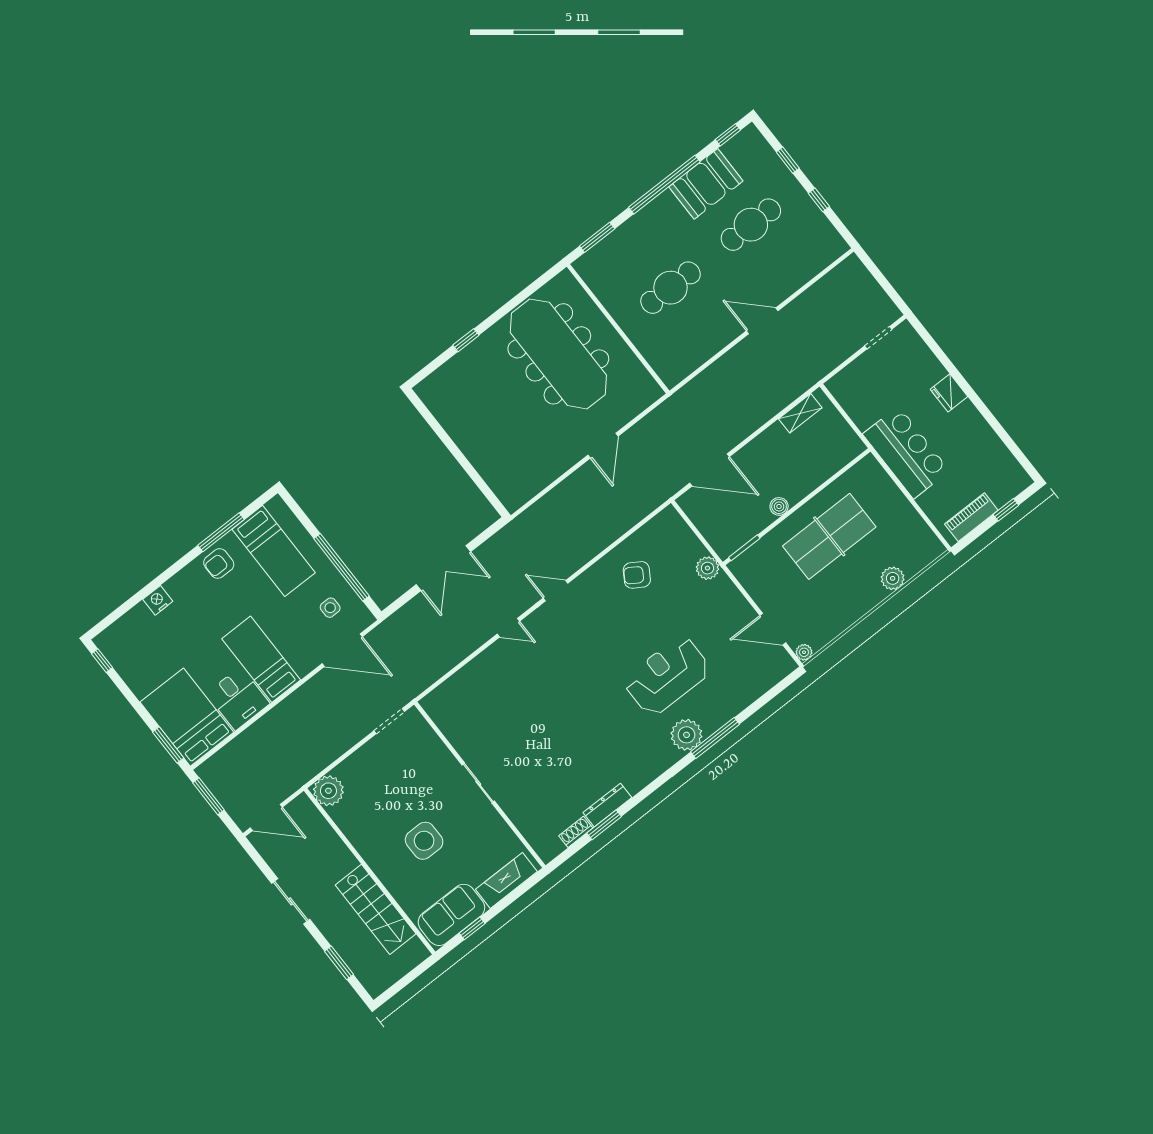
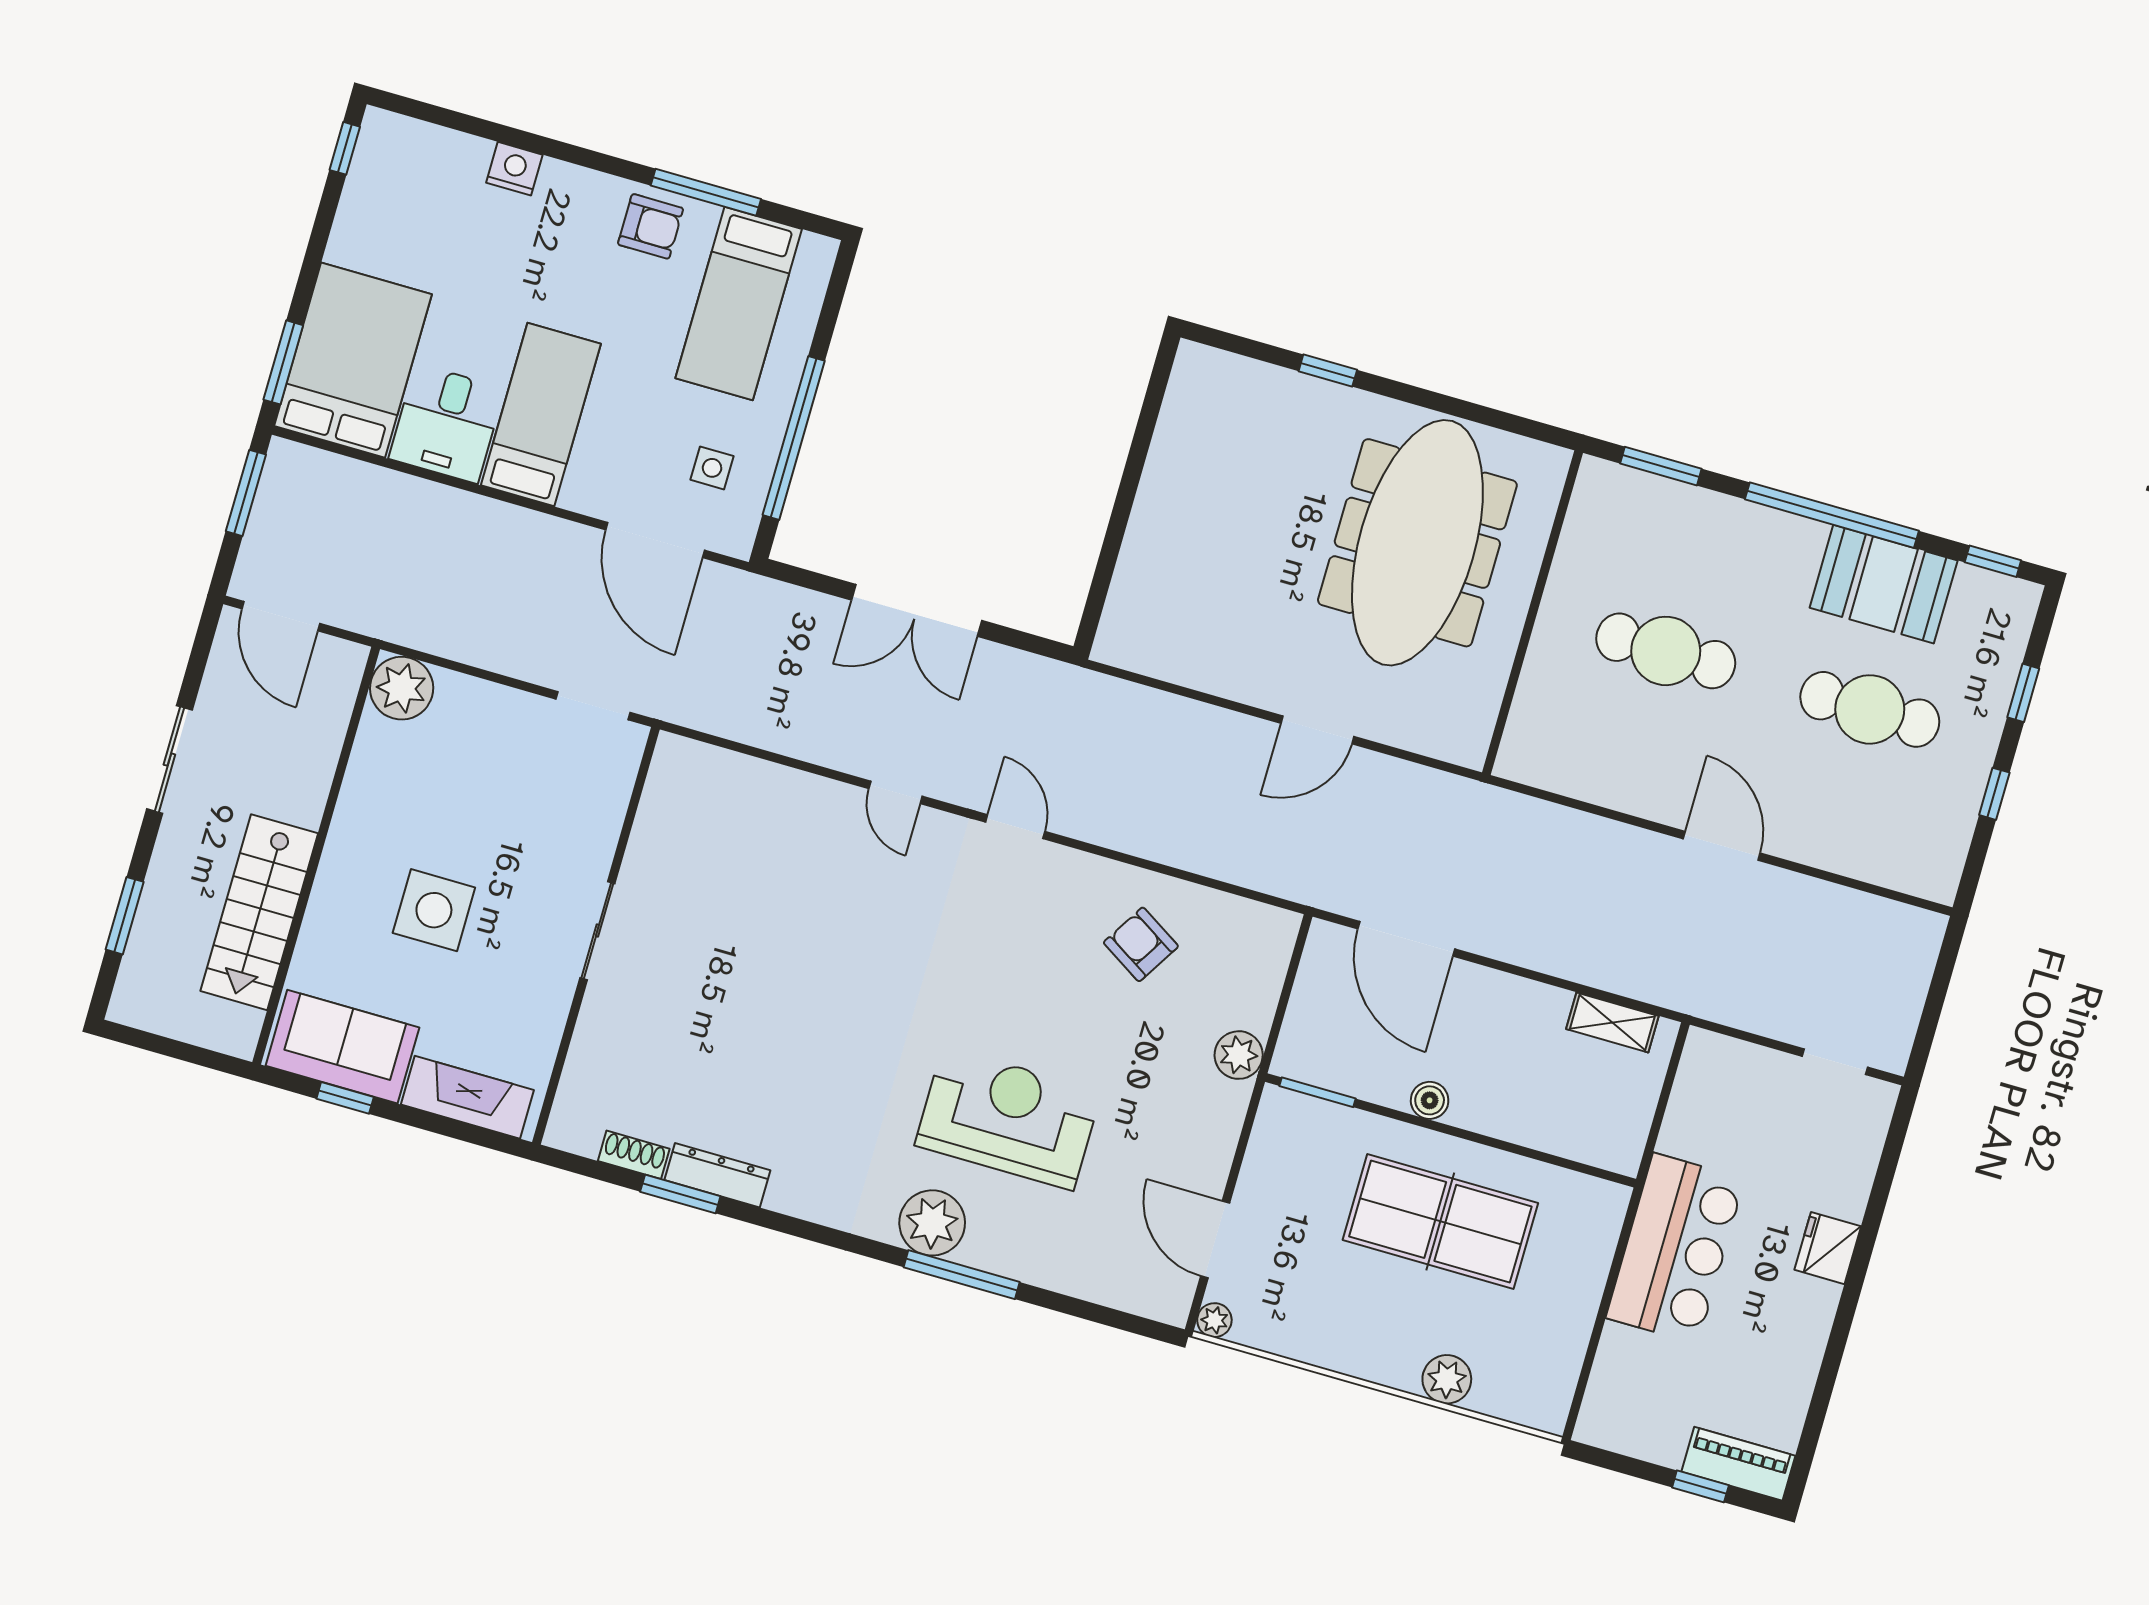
piano: (971, 517) -> (1738, 1464), moved
armchair: (219, 563) -> (651, 226), turned 180

